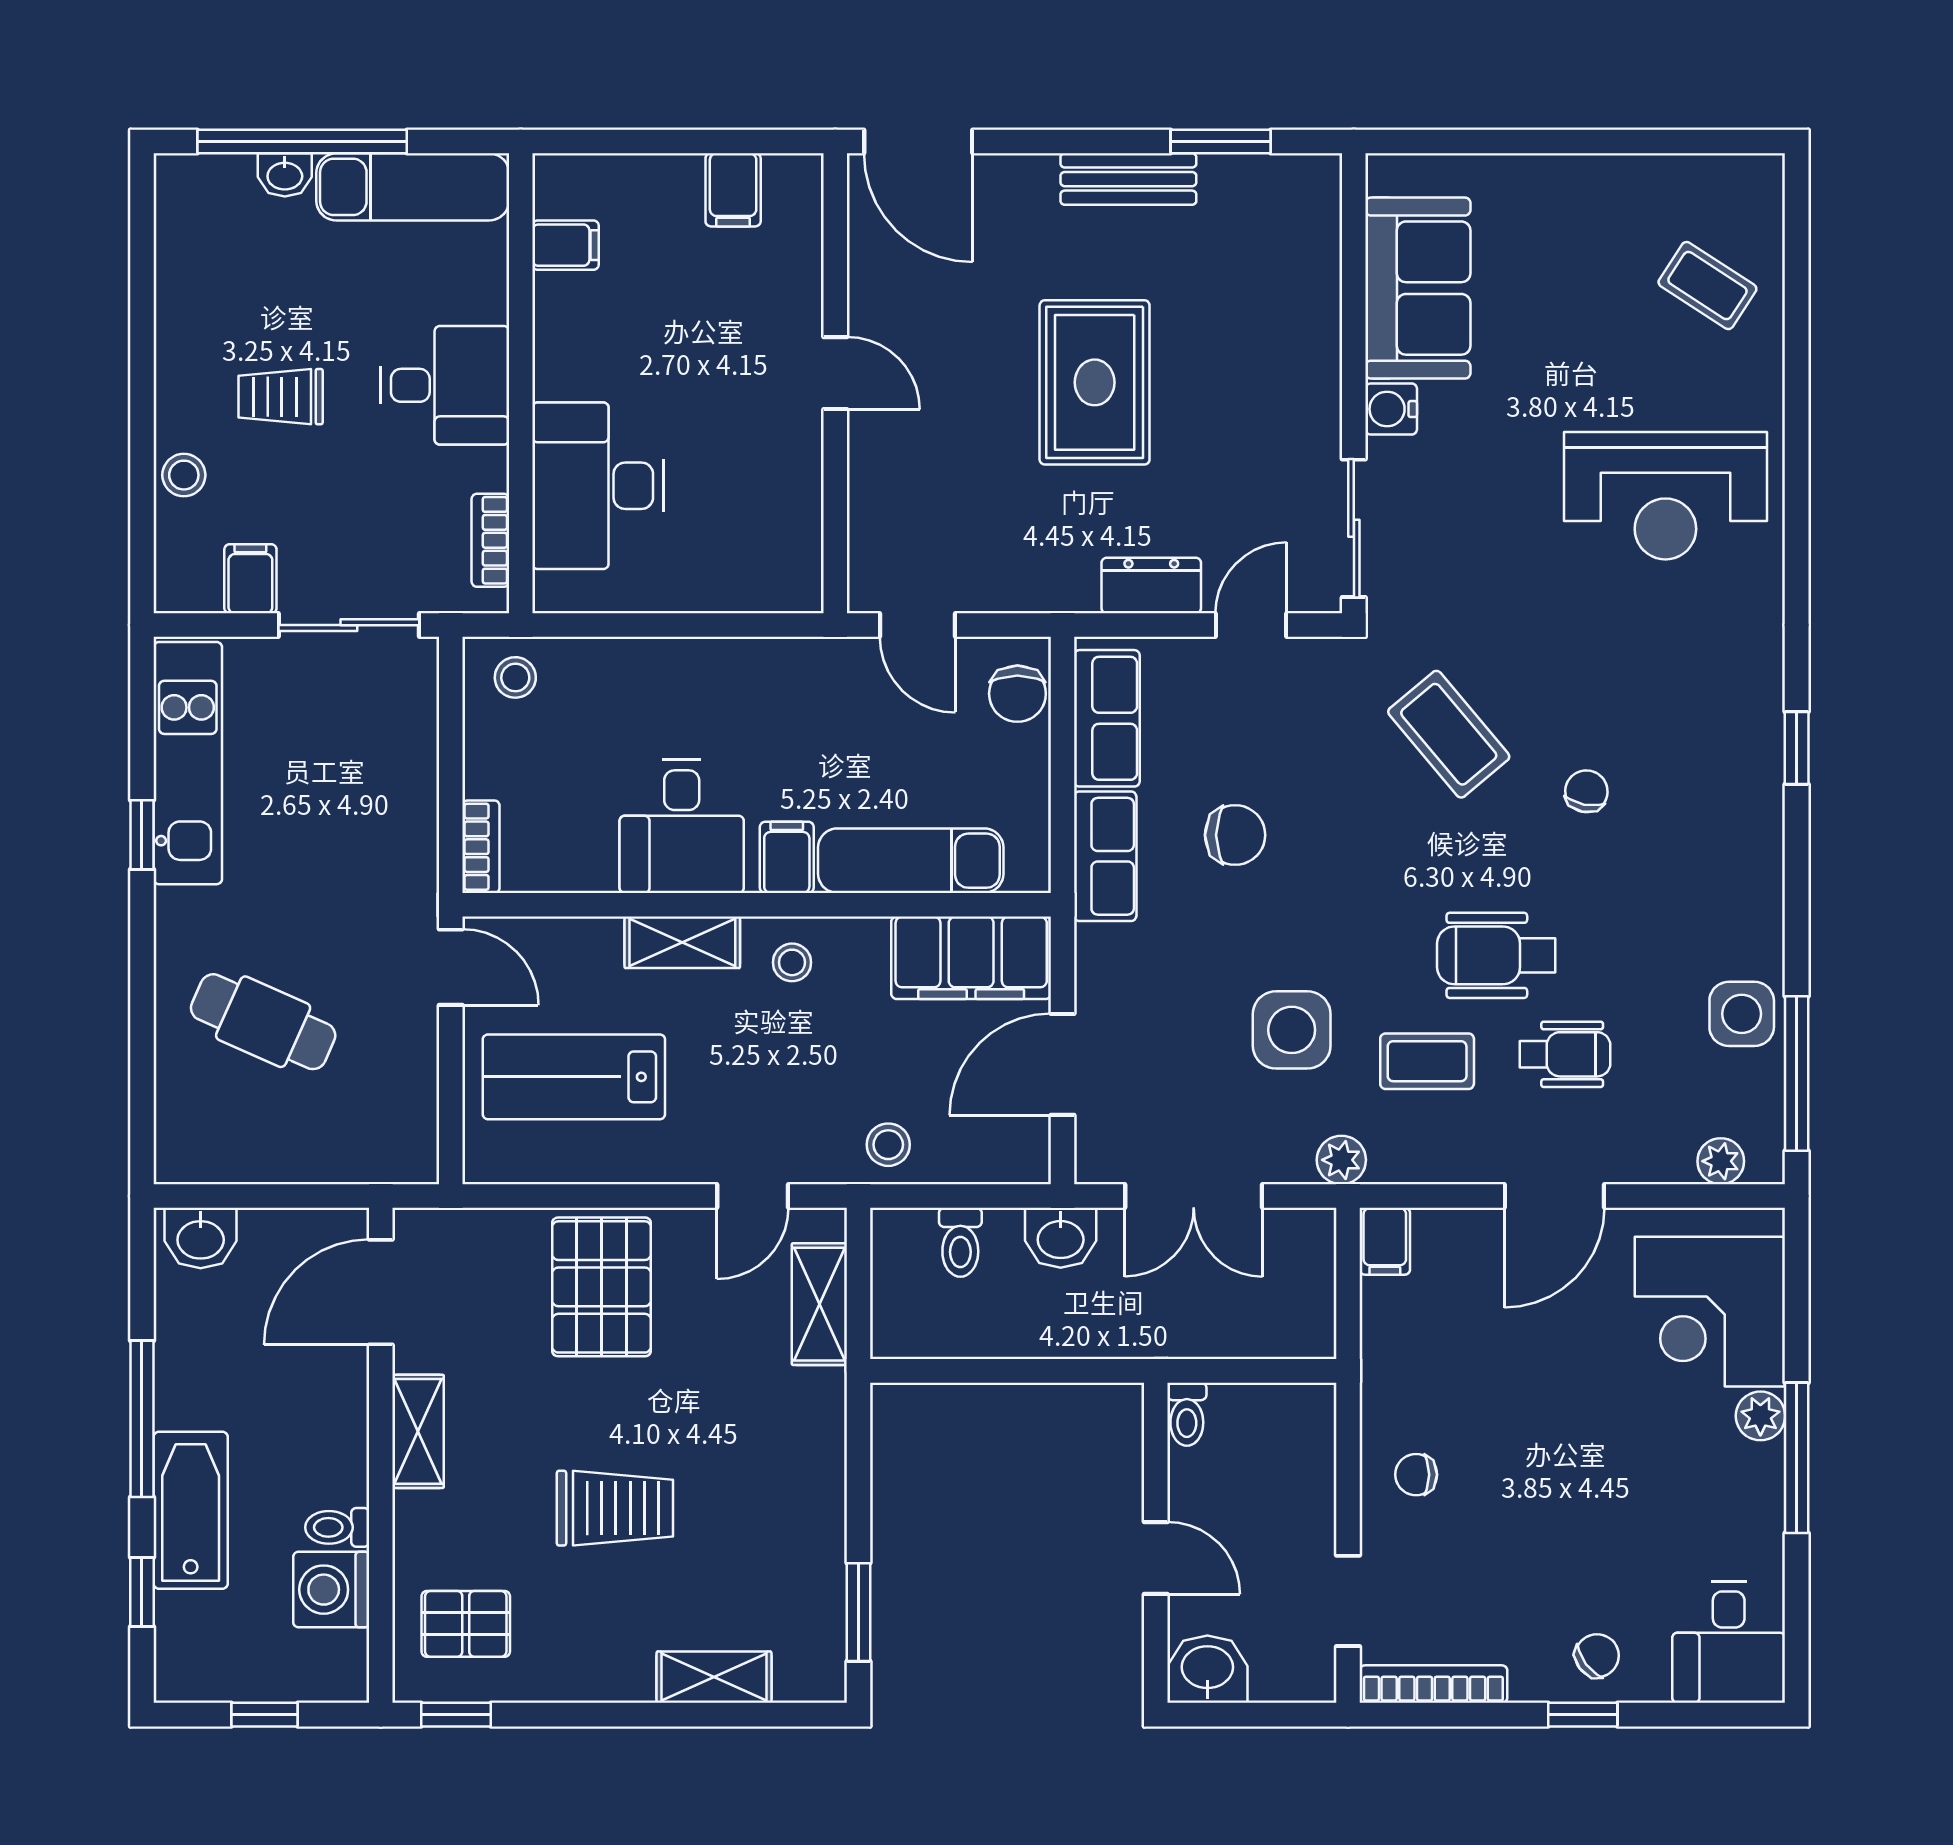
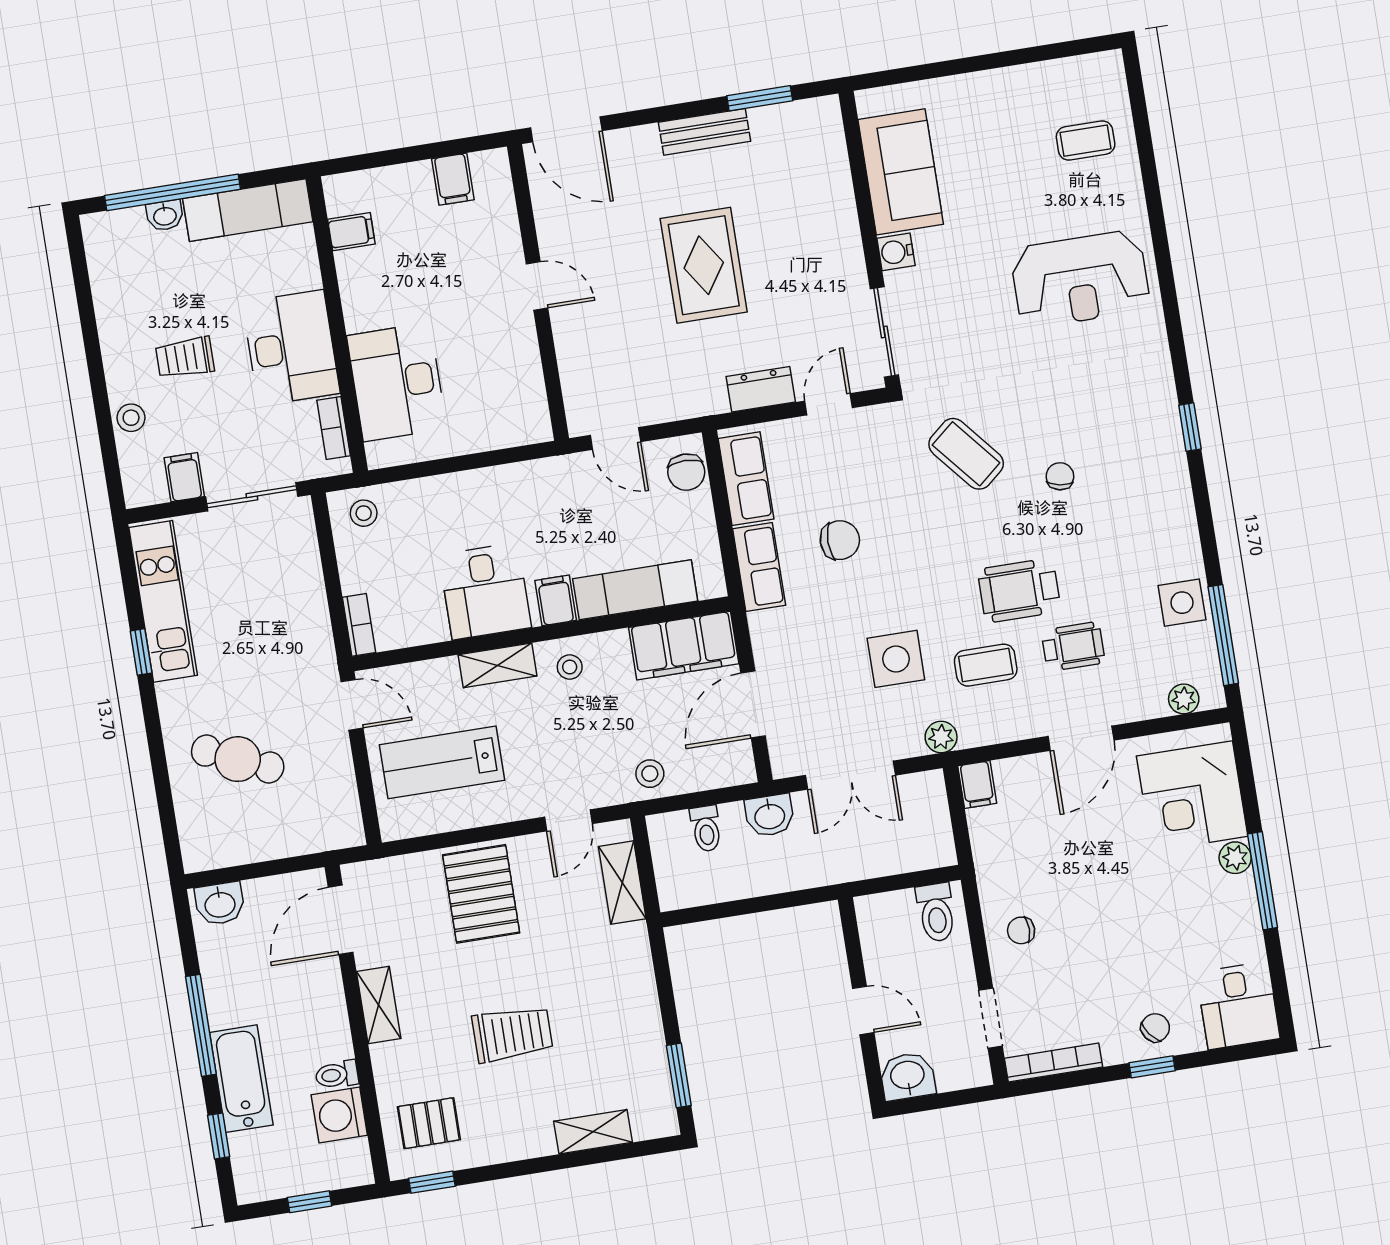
coffee table: (1707, 286) -> (1086, 141), turned -33
desk: (445, 385) -> (291, 348), width x1.37
toilet: (1187, 1414) -> (936, 912), moved, width x1.37, depth x1.39

